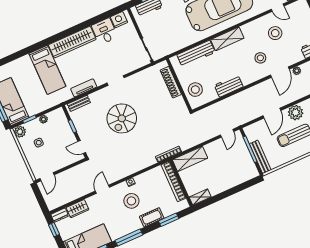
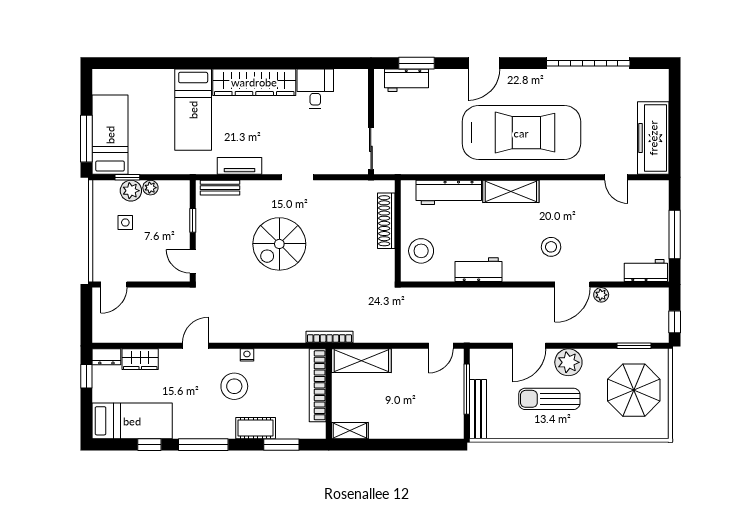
nightstand: (119, 20) -> (347, 80), removed
stool: (275, 33) -> (594, 217), removed
plant: (20, 132) -> (131, 191), moved

